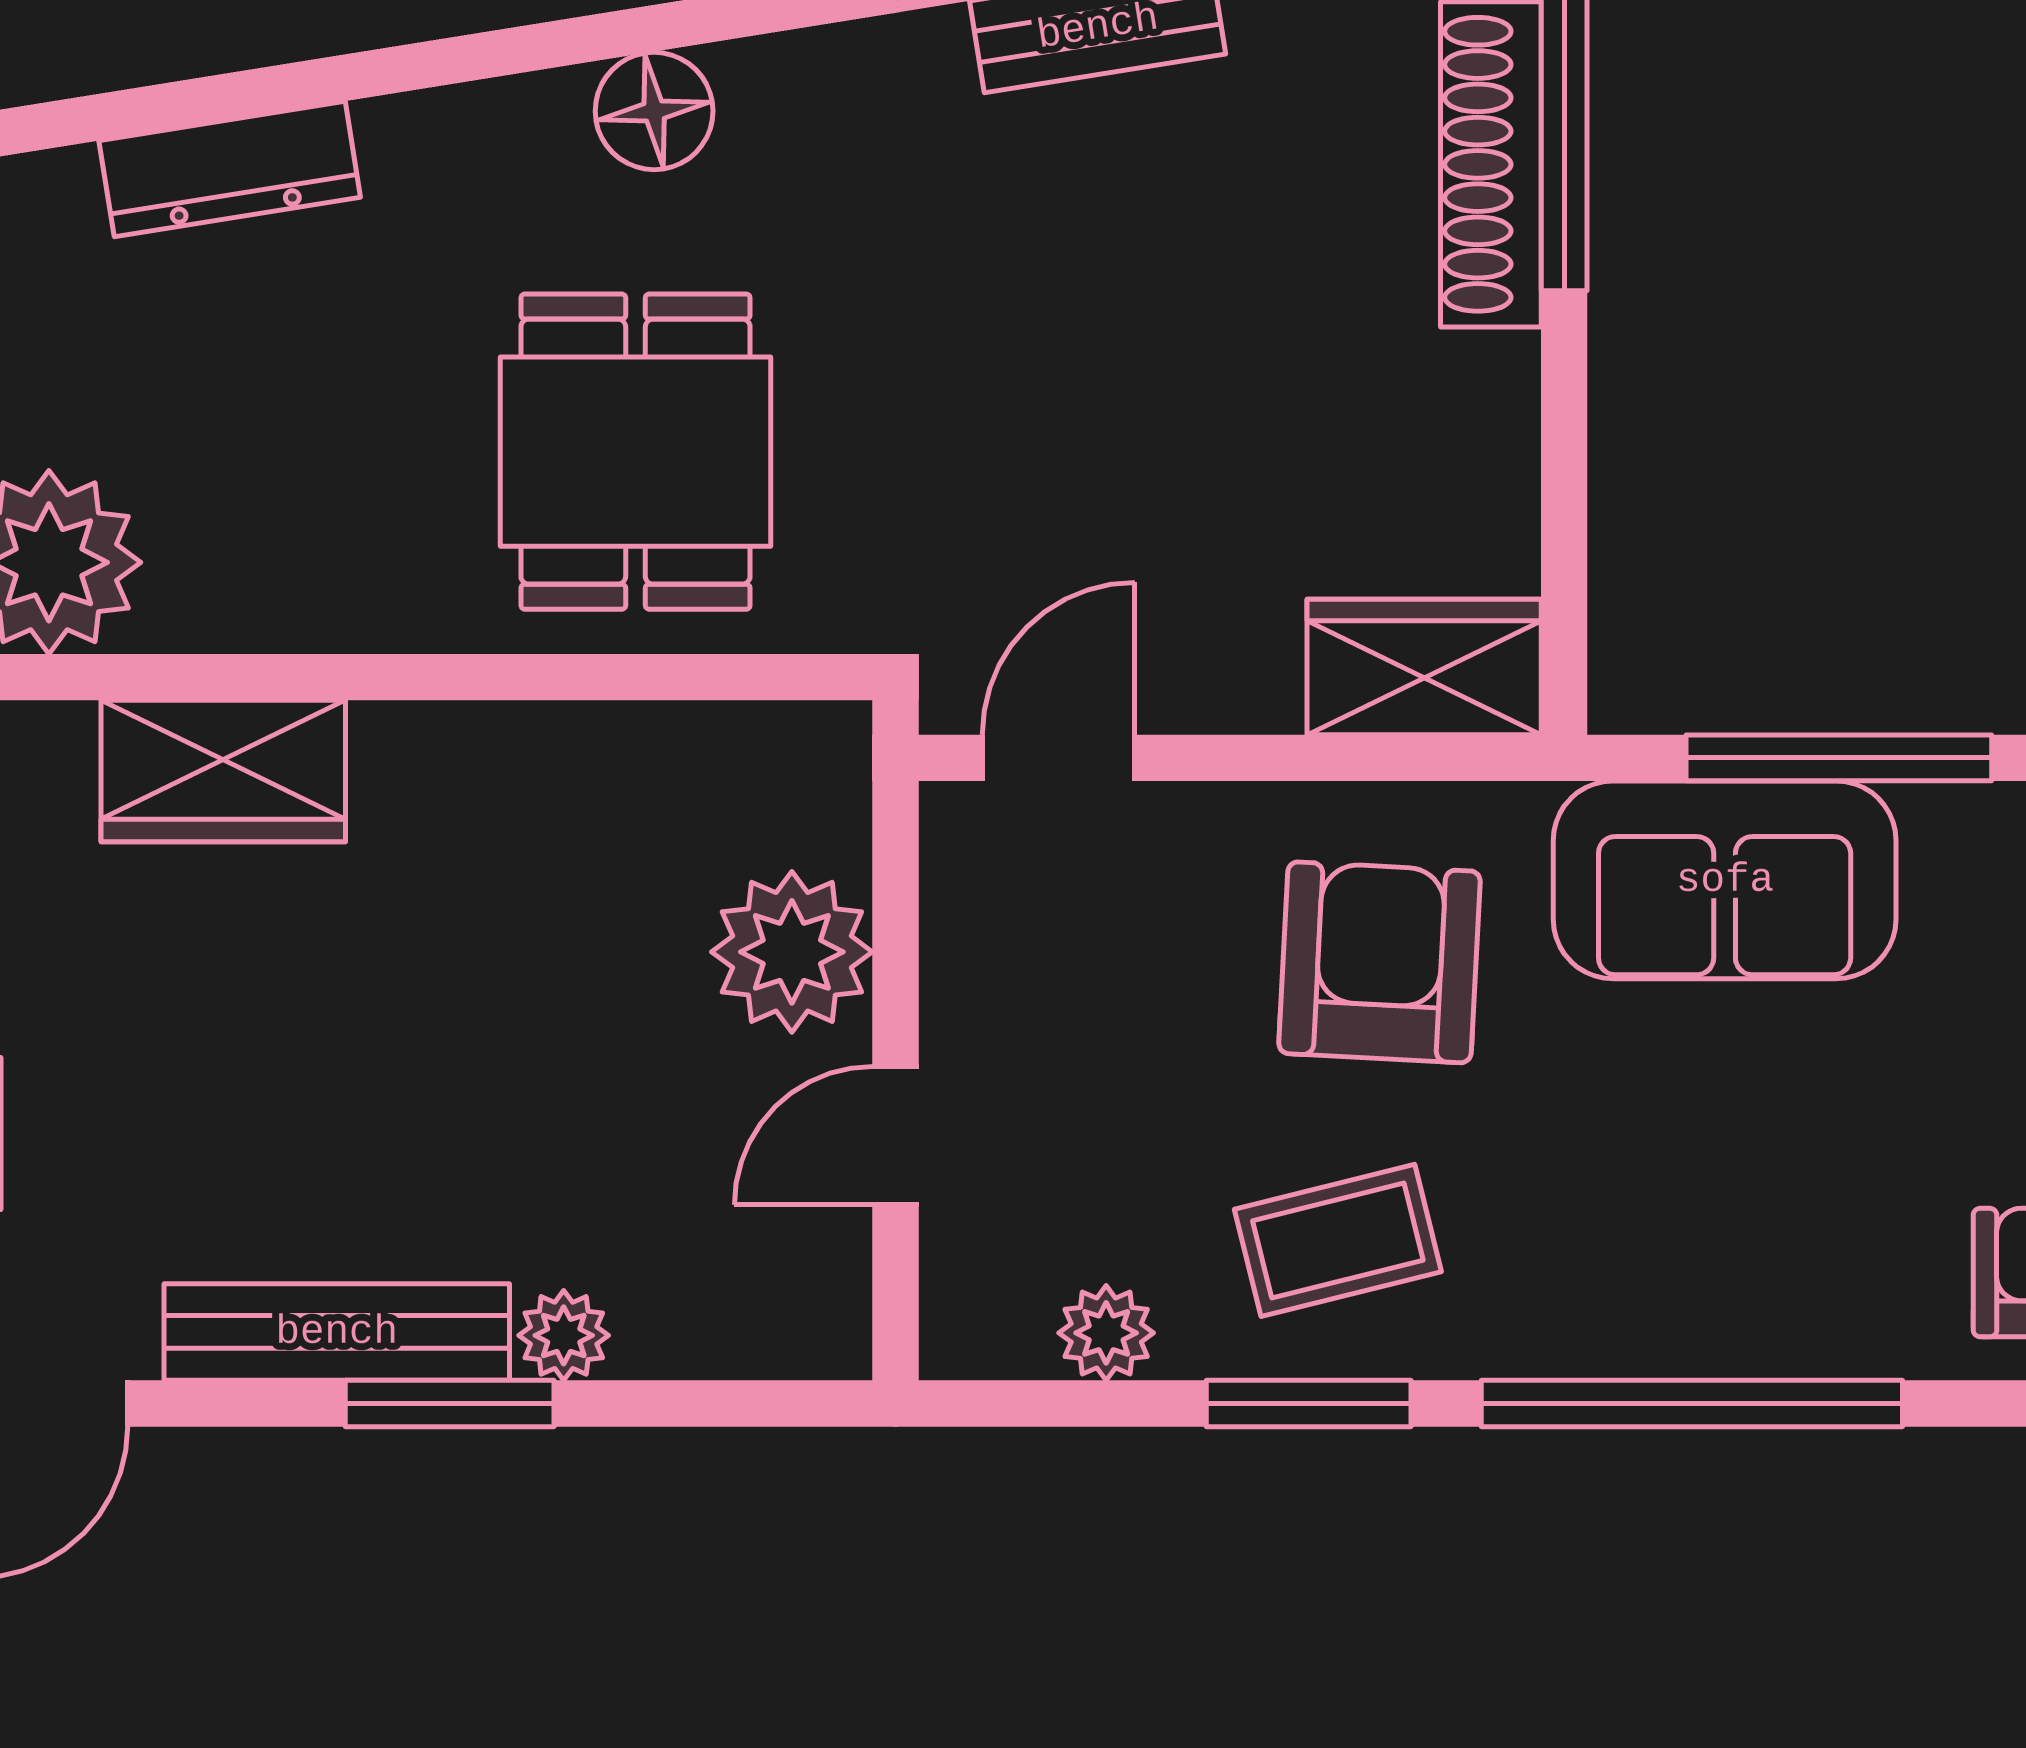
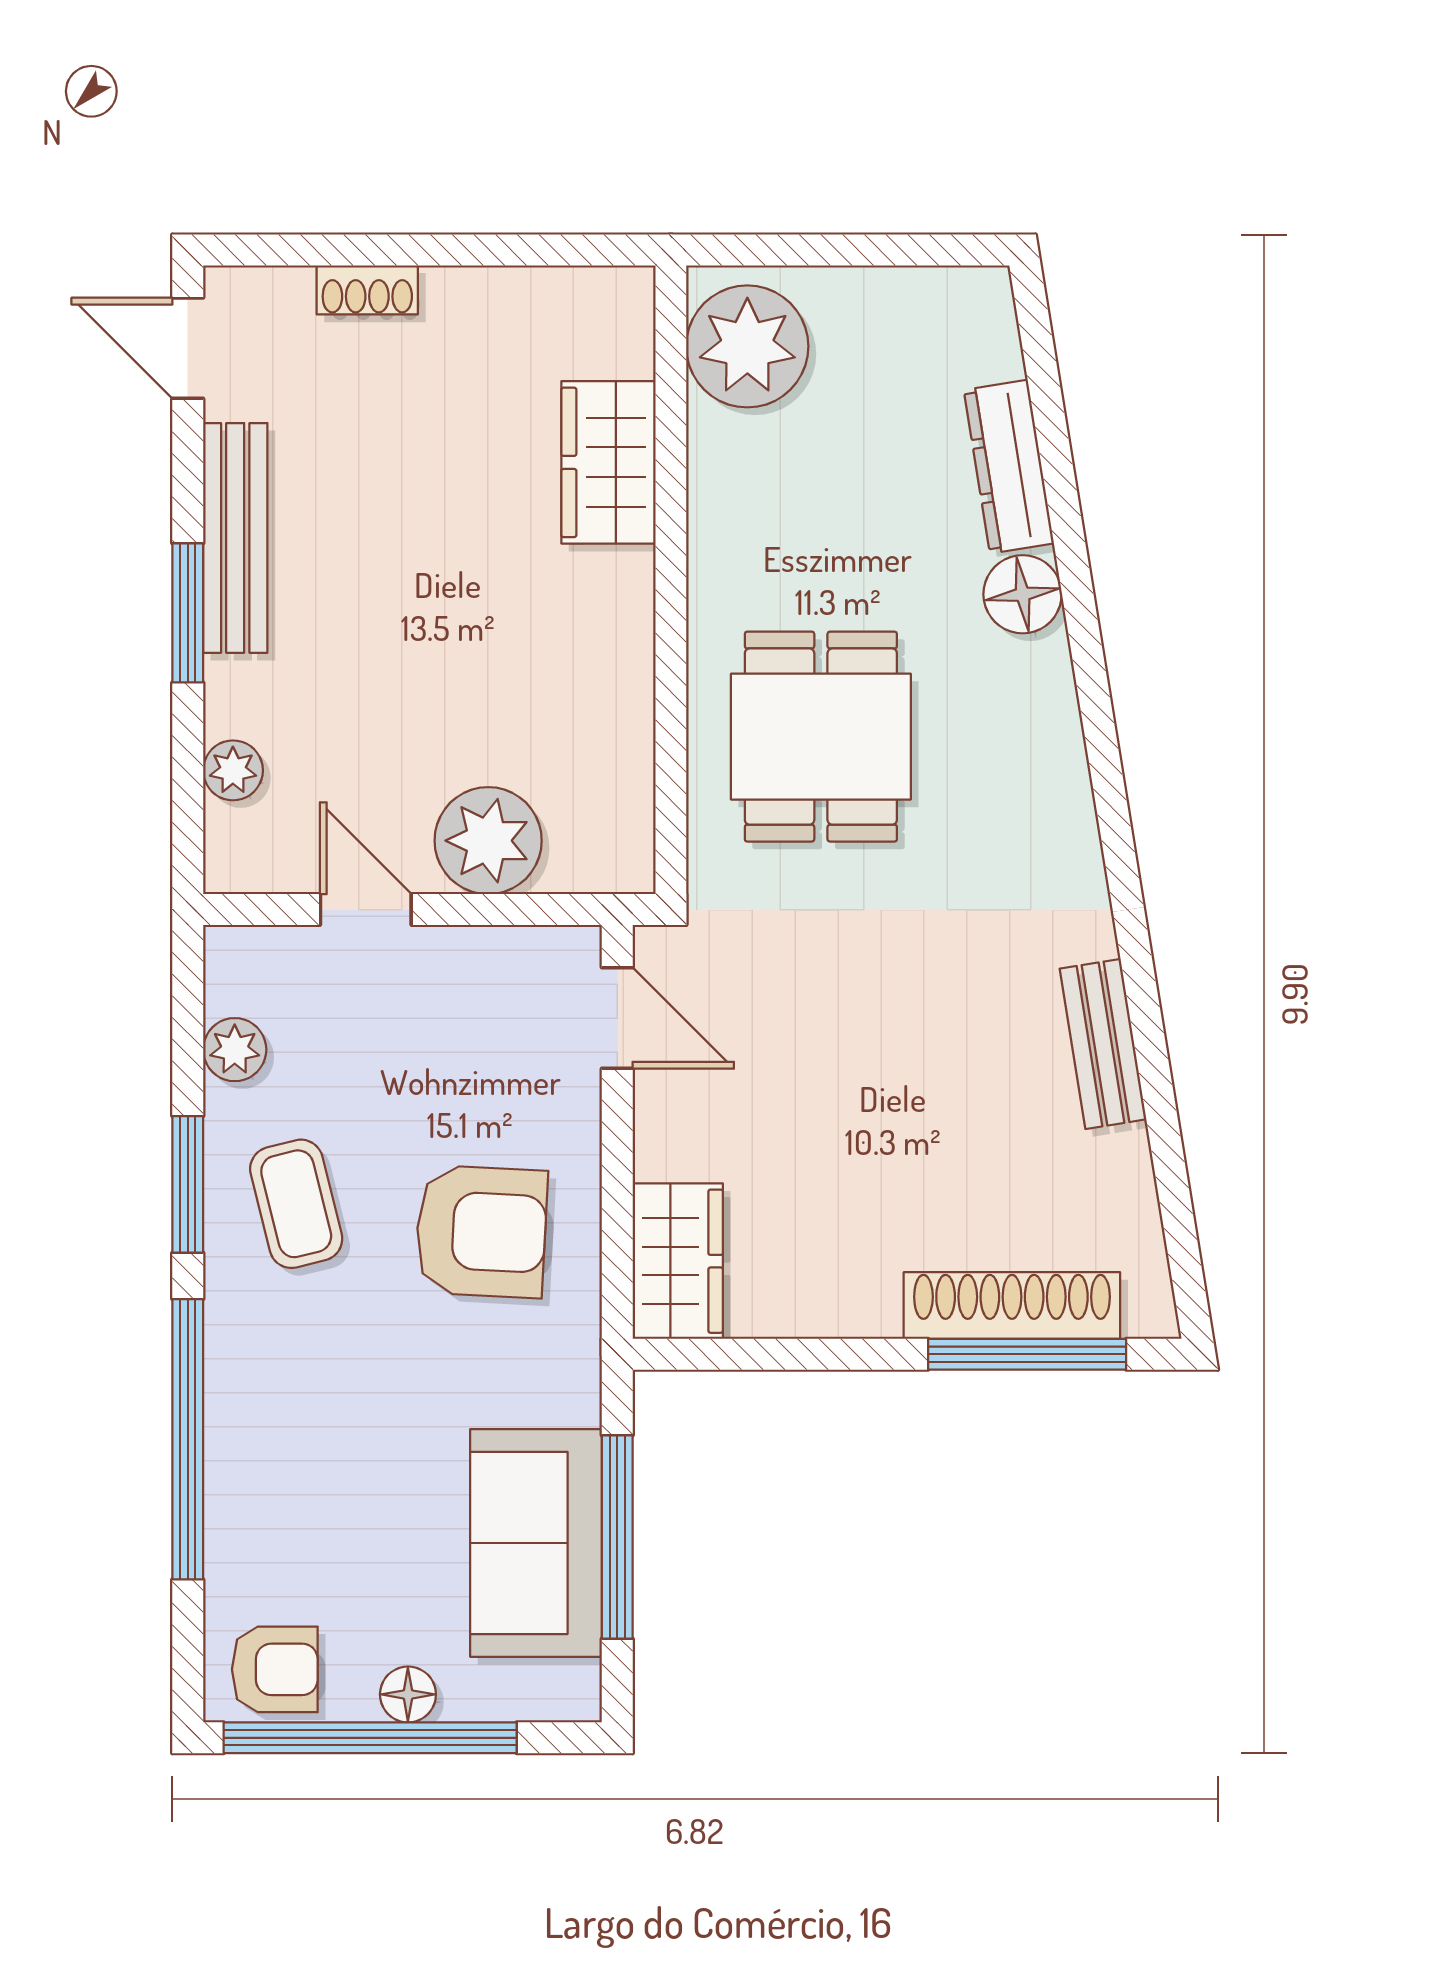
floor lamp: (654, 111) -> (1023, 594), moved
dining table: (636, 452) -> (821, 737), turned 90
sofa: (1725, 880) -> (536, 1543), moved
plant: (564, 1335) -> (233, 770), moved

